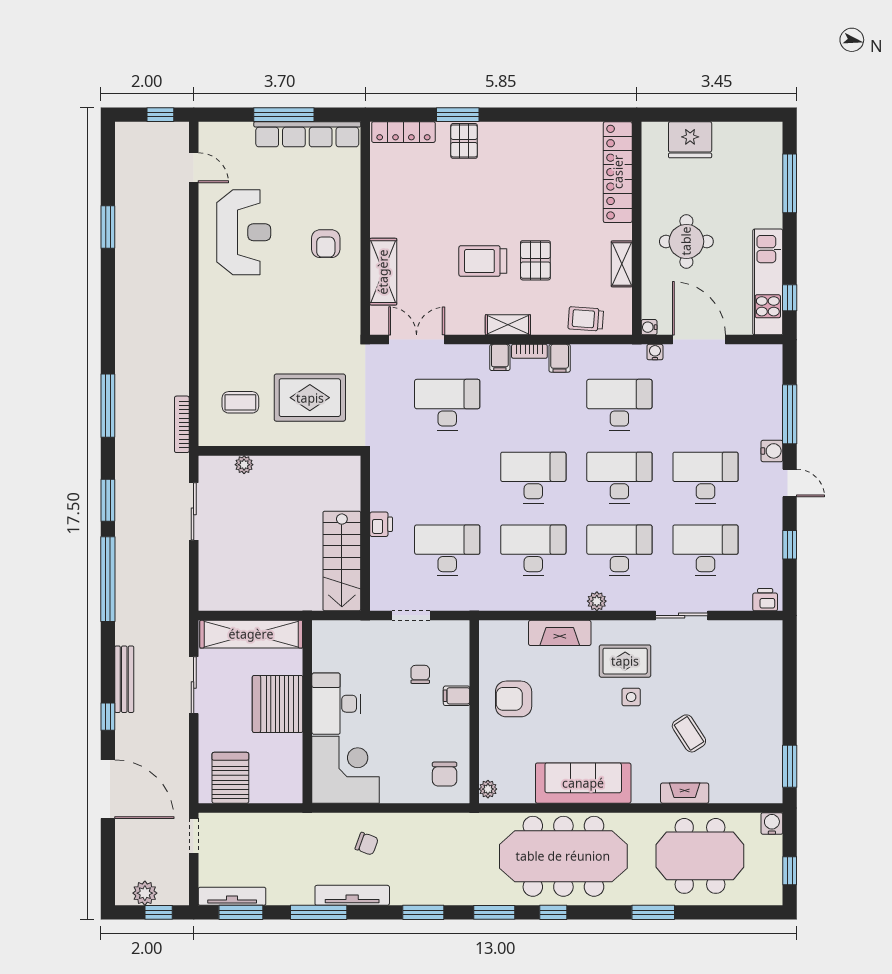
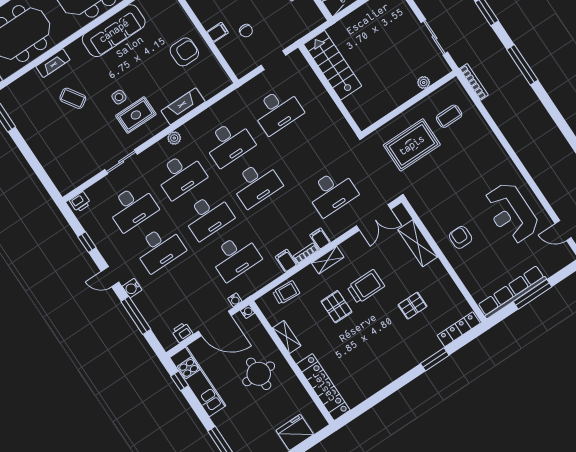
pallet: (464, 141) -> (413, 306), moved, turned 90
printer: (381, 524) -> (182, 332), moved, turned 90

